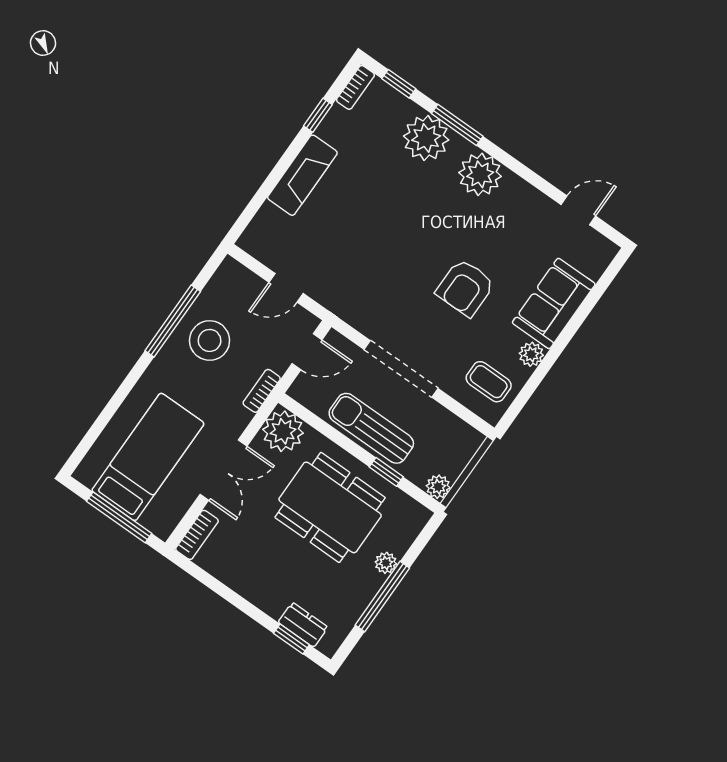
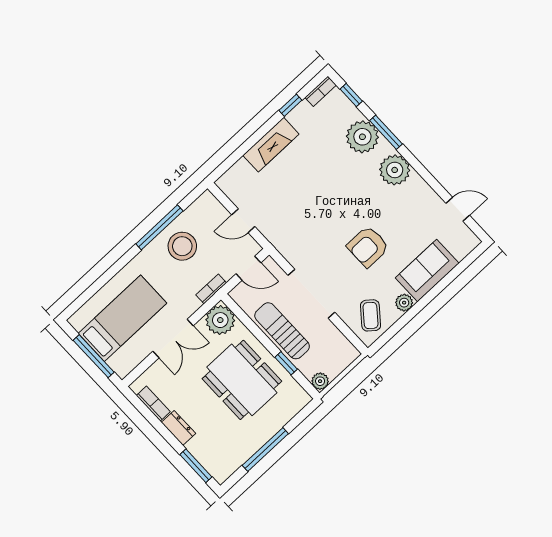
coffee table: (489, 382) -> (370, 315), turned 39
bookcase: (197, 535) -> (153, 404), moved, turned -90
plant: (386, 563) -> (273, 427), removed
dresser: (303, 625) -> (178, 428), moved
window: (291, 639) -> (196, 466), width x1.50

